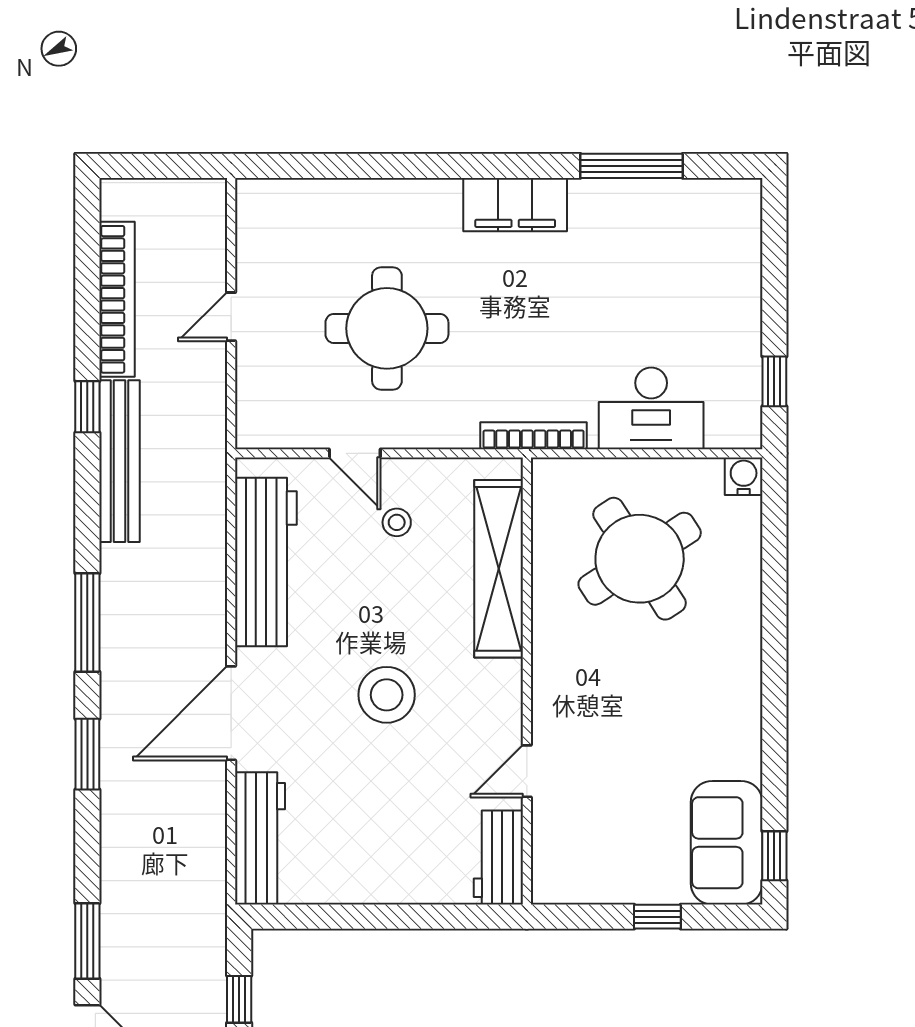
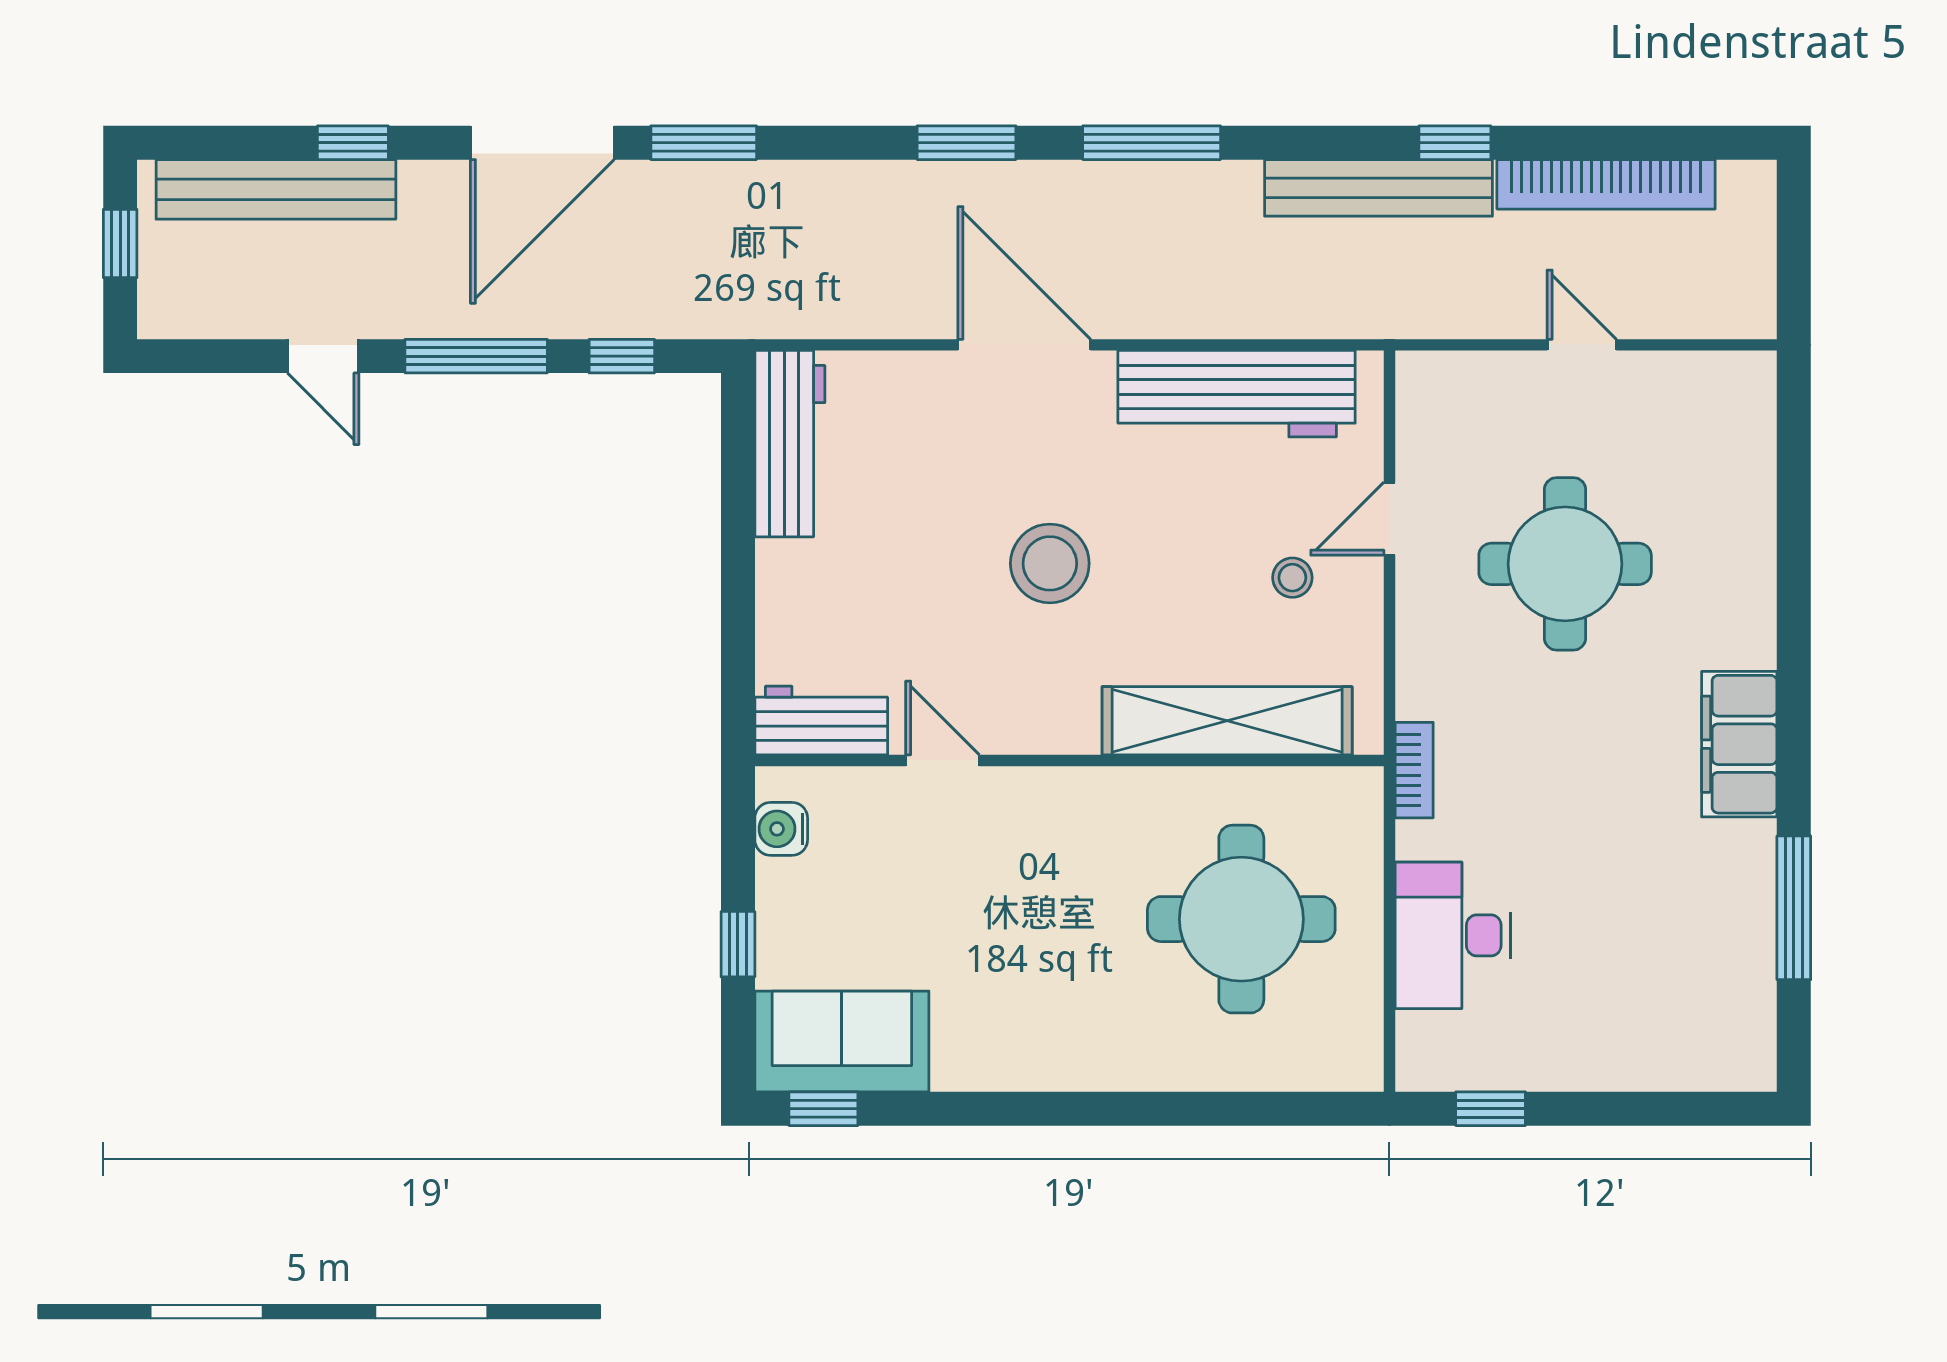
bookcase: (534, 436) -> (1414, 770), width x0.64
water cooler: (744, 476) -> (781, 829), moved, turned 180
round table: (640, 559) -> (1241, 919), turned 33
workbench: (260, 838) -> (790, 444), moved, turned -90

